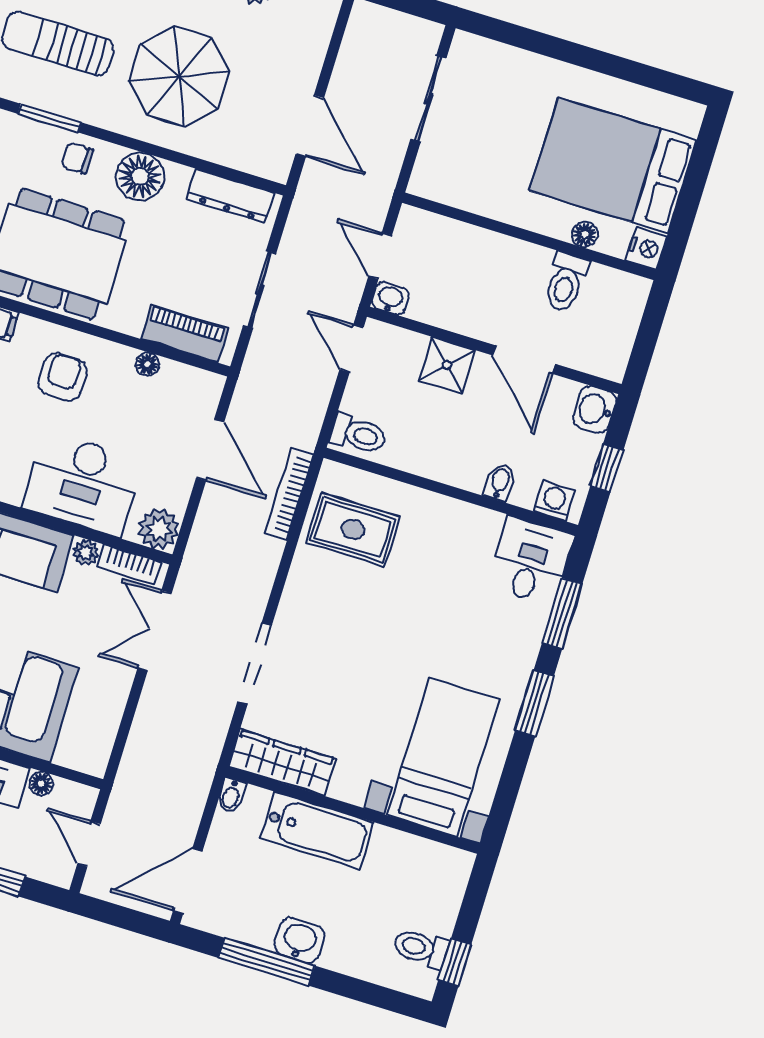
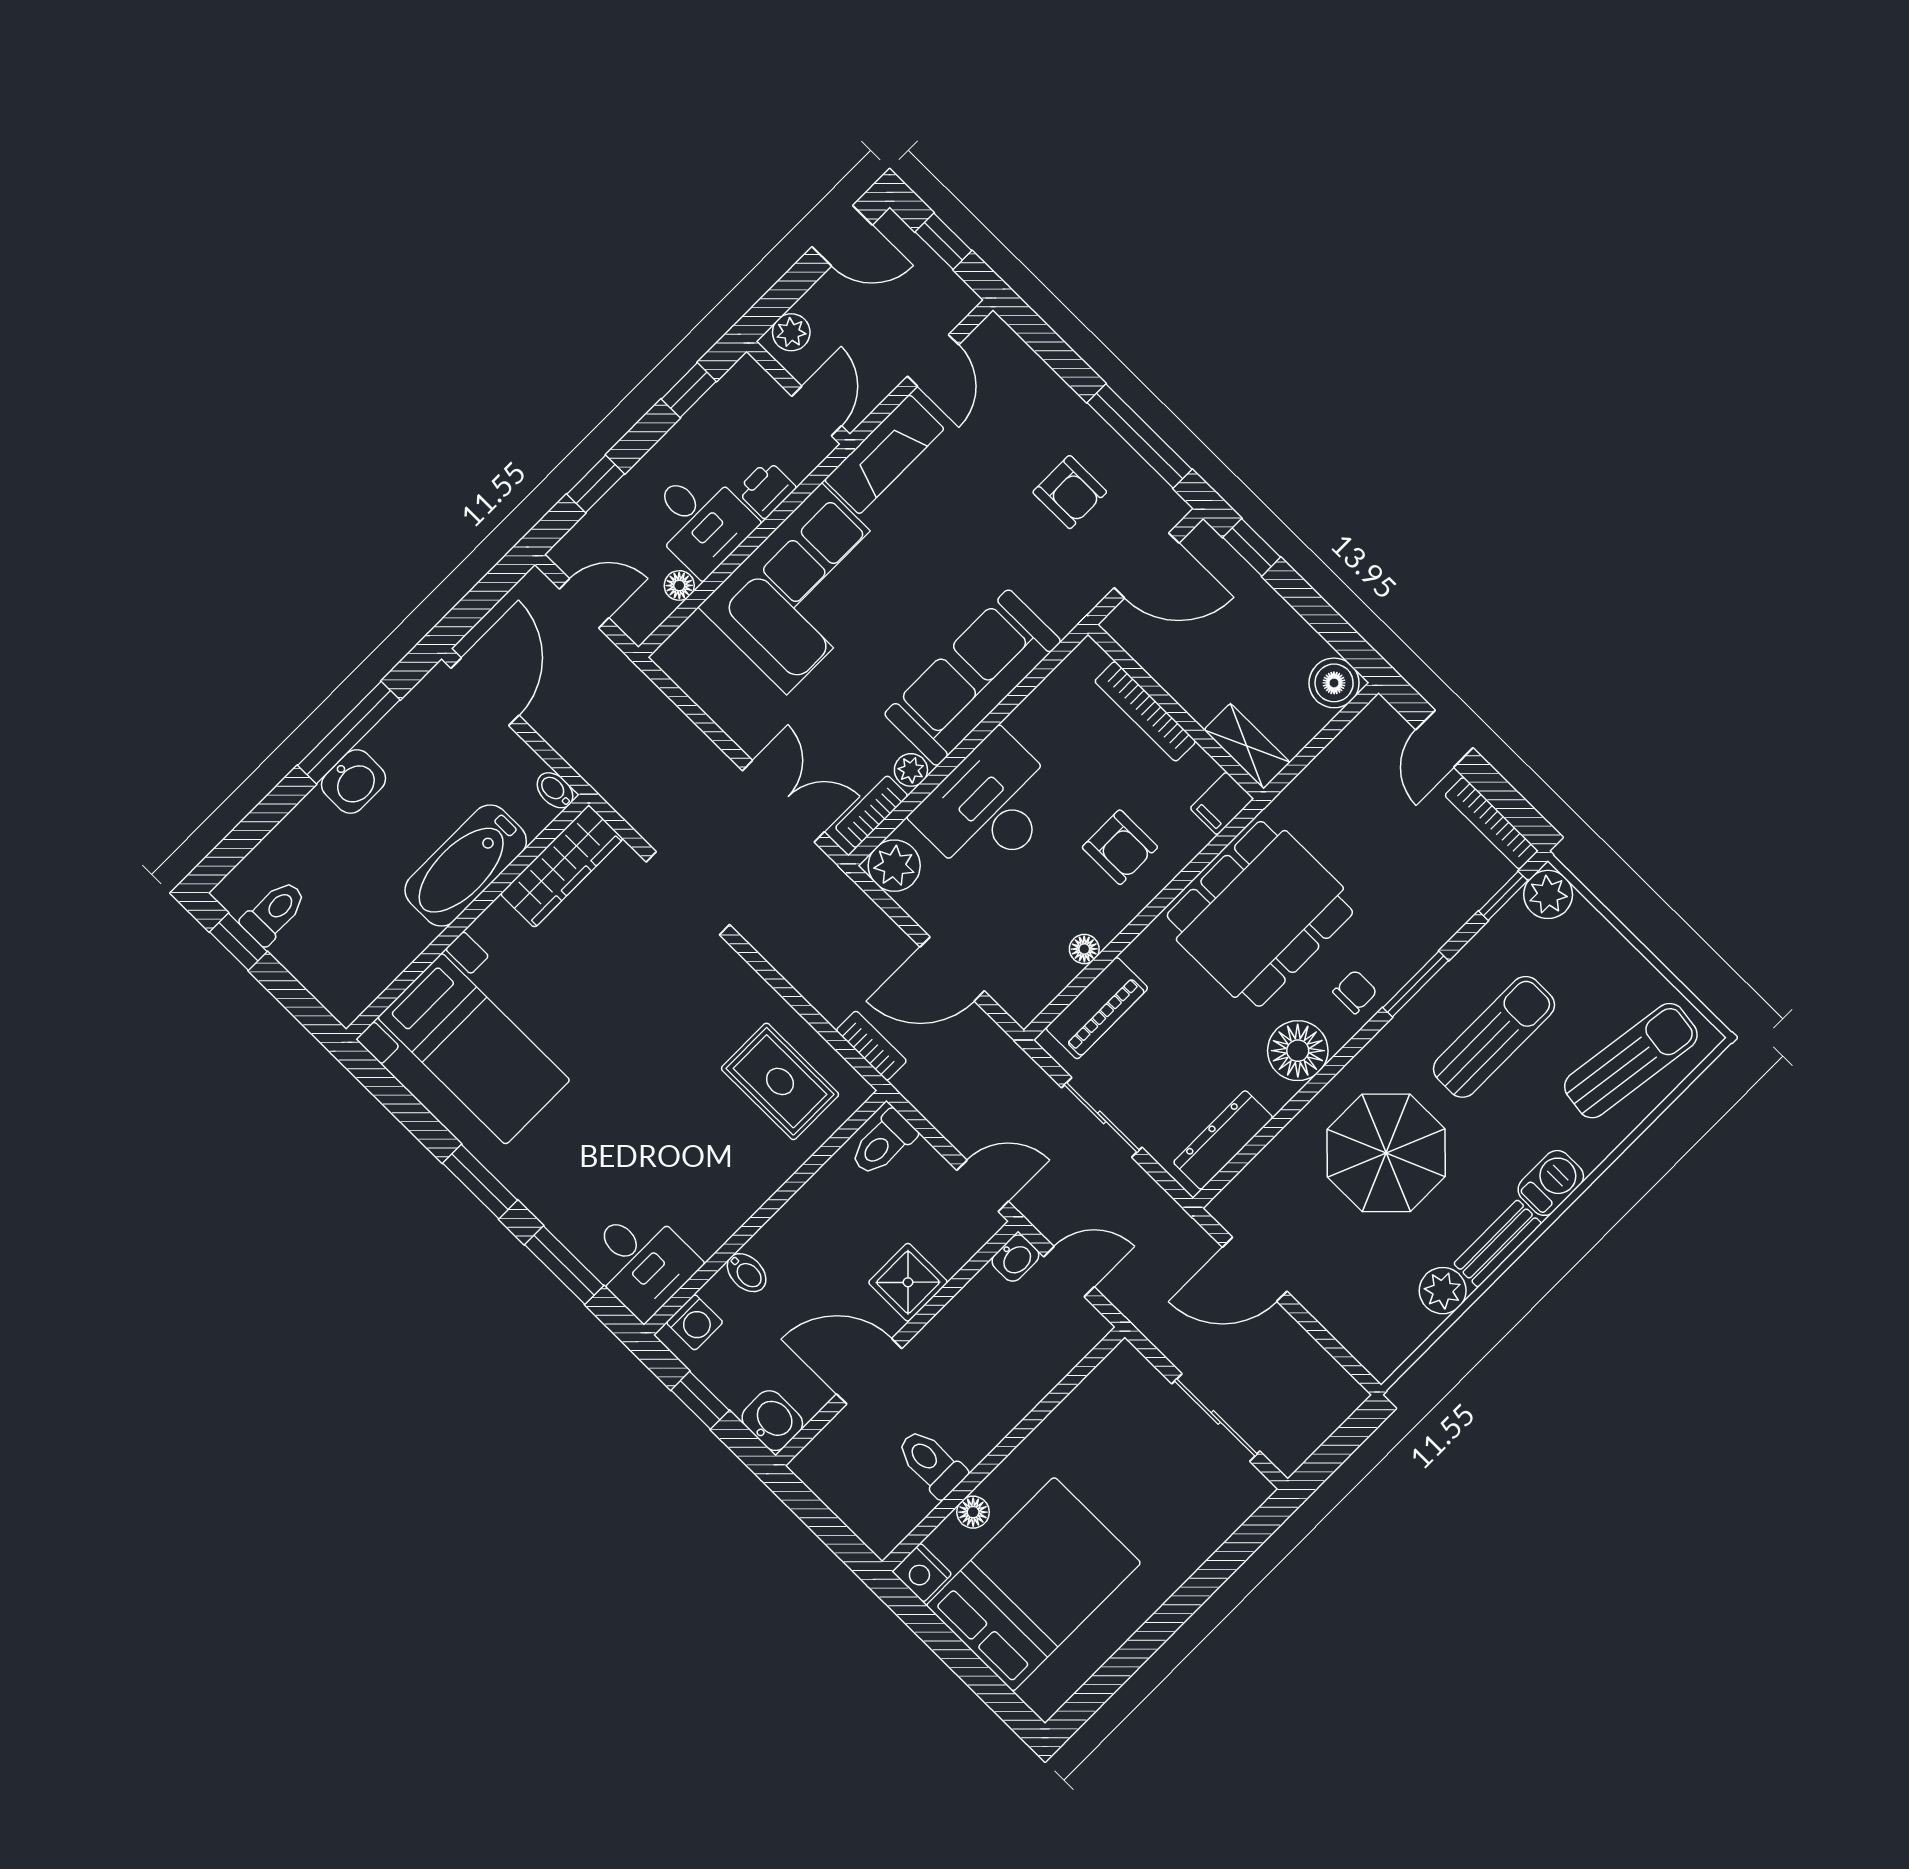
bookcase: (289, 494) -> (871, 1046), width x0.64
rug: (353, 529) -> (780, 1081), turned 90

